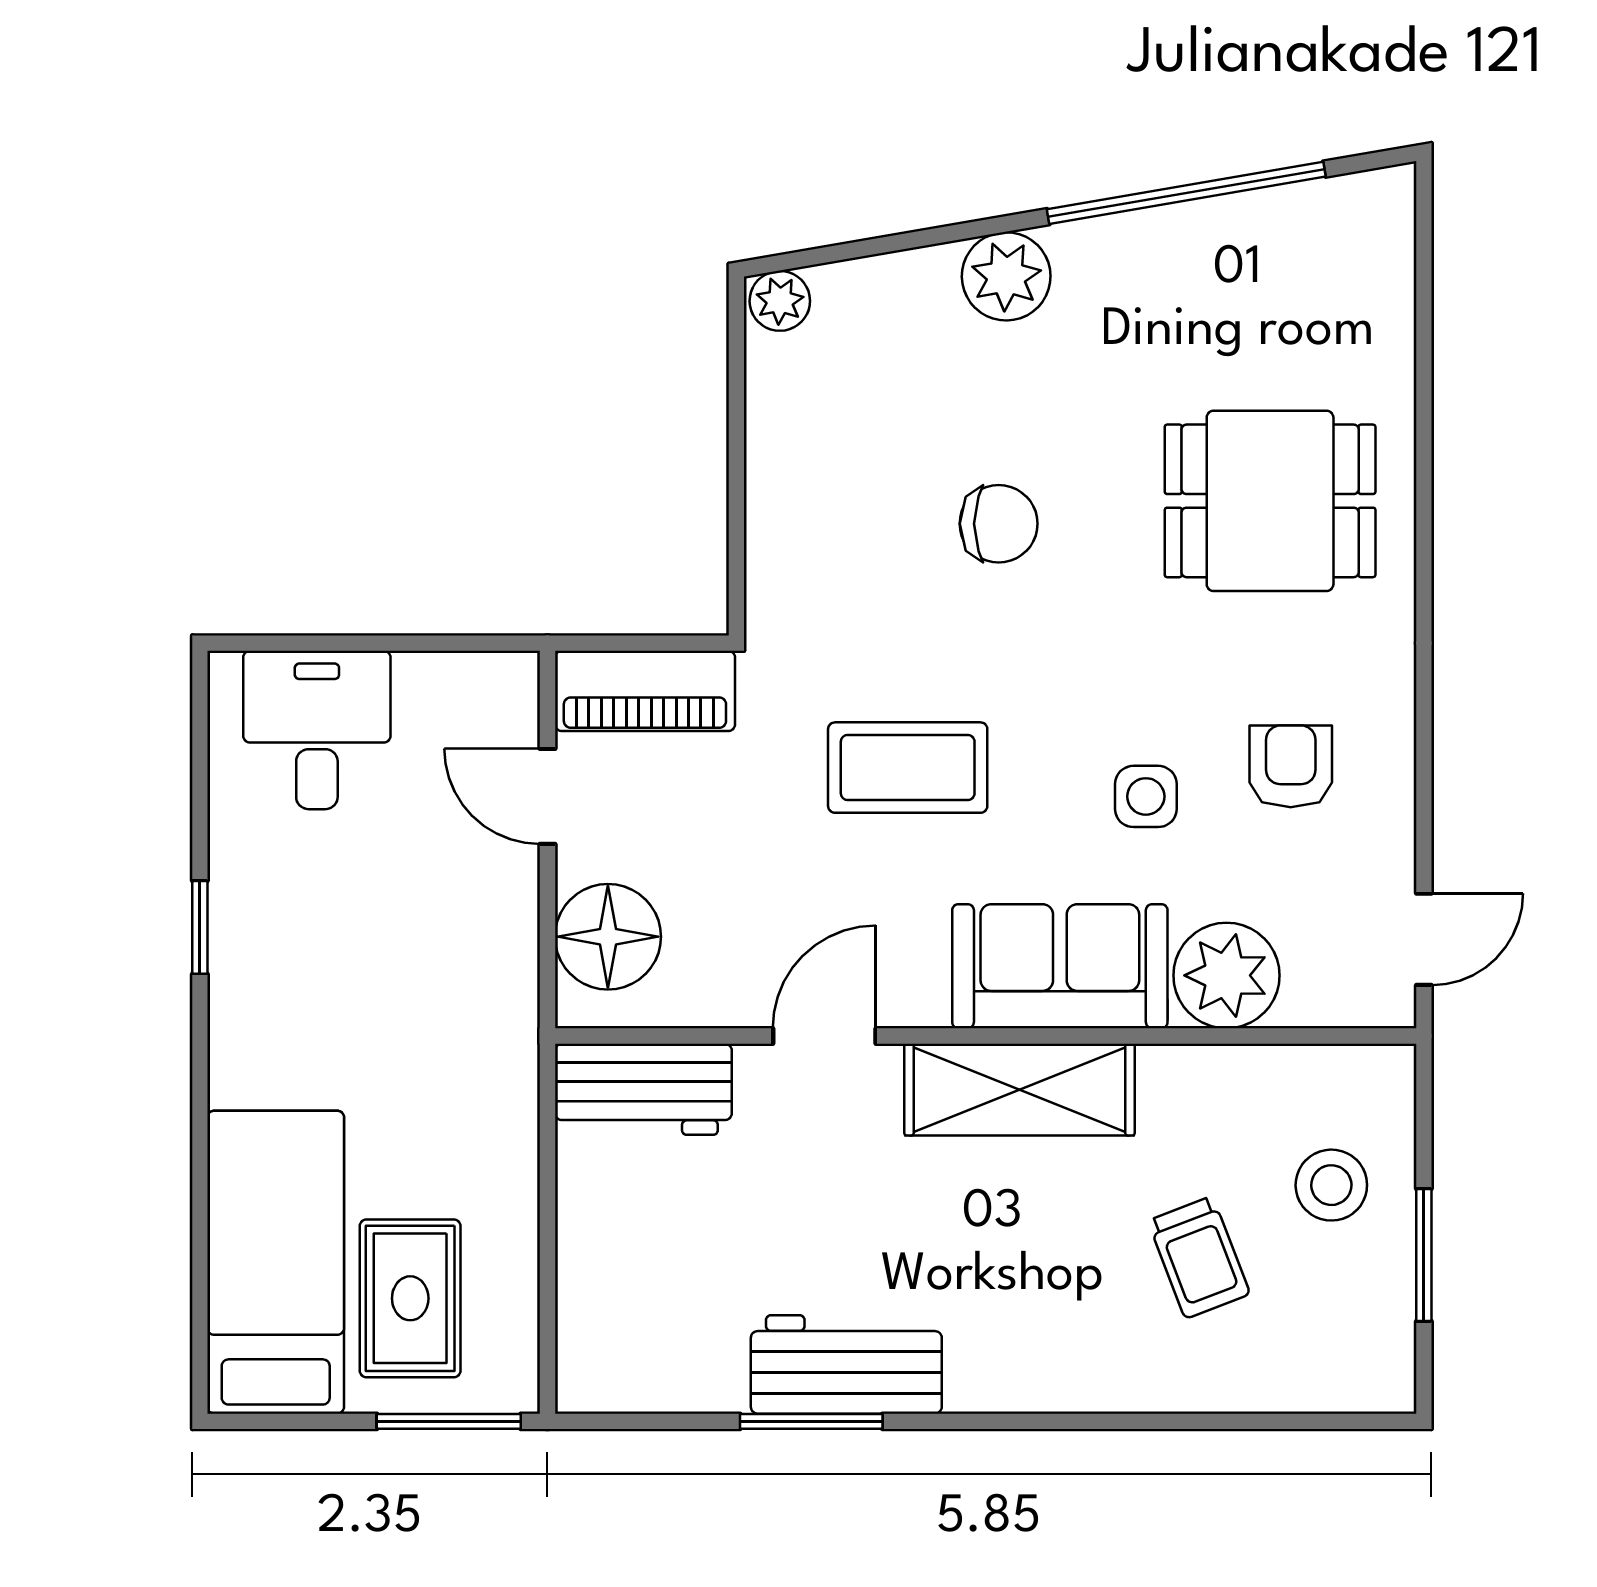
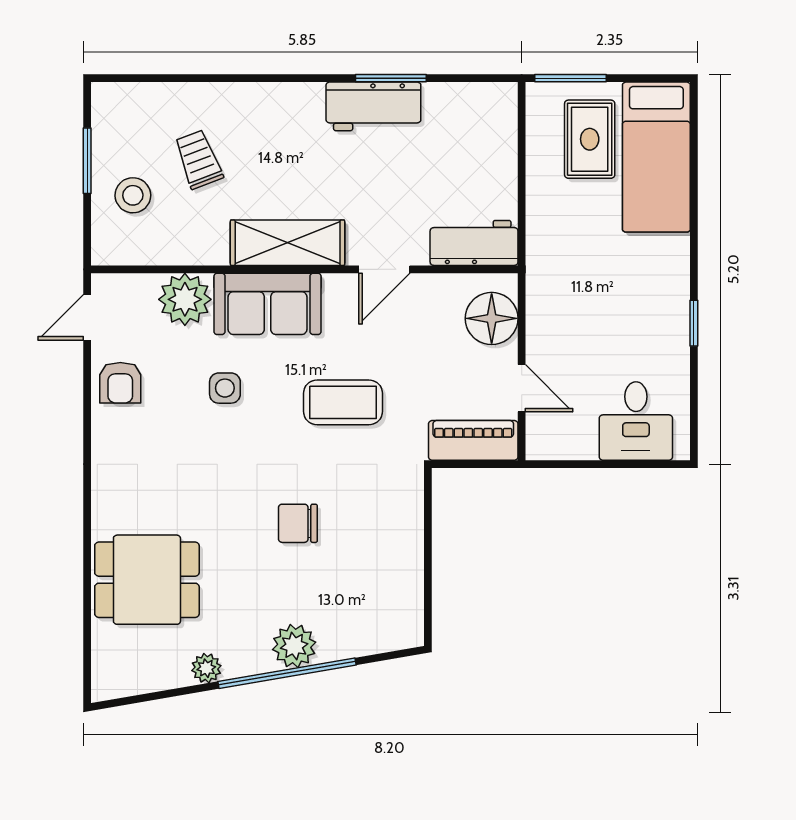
window: (1186, 193) -> (287, 673), moved
plant: (780, 301) -> (206, 668), moved
dining table: (1270, 501) -> (147, 580), moved
armchair: (1291, 766) -> (120, 383), moved

